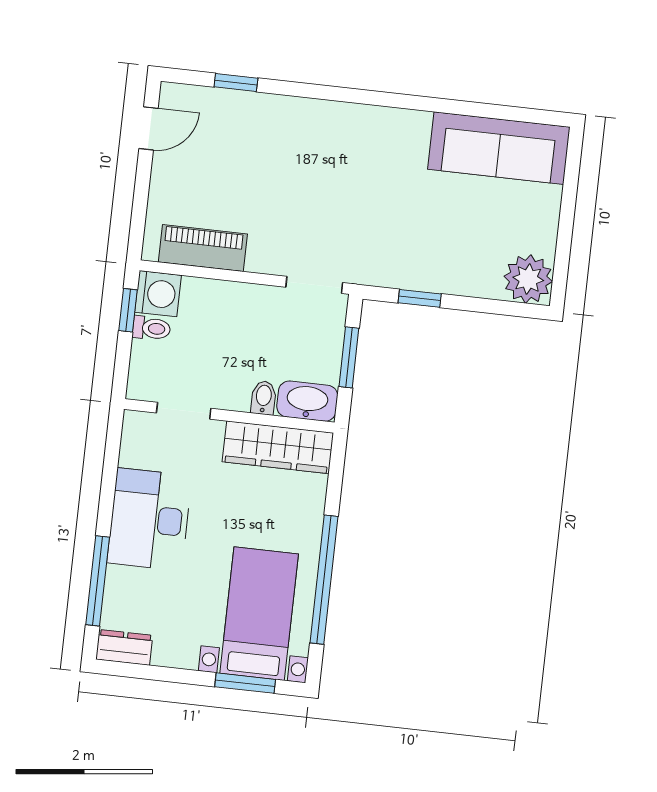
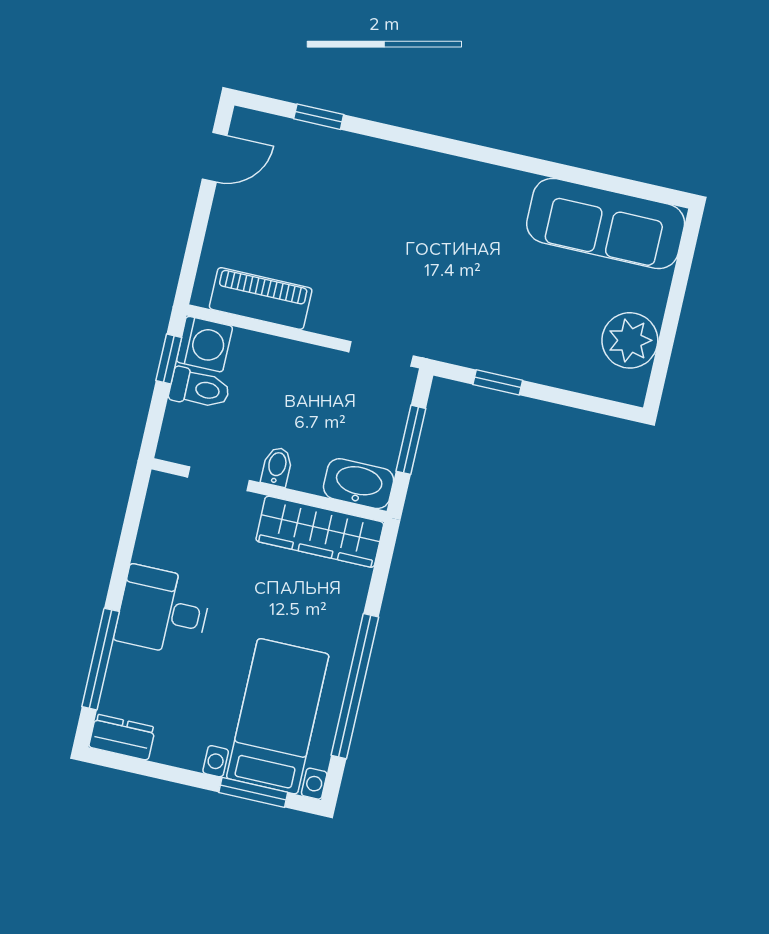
plant: (528, 279) -> (630, 340), moved
toilet: (151, 328) -> (200, 389), width x1.37, depth x1.39
bidet: (264, 398) -> (277, 467), moved
desk: (149, 519) -> (163, 611), width x0.73

